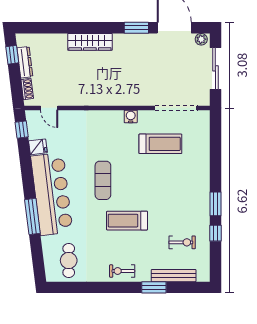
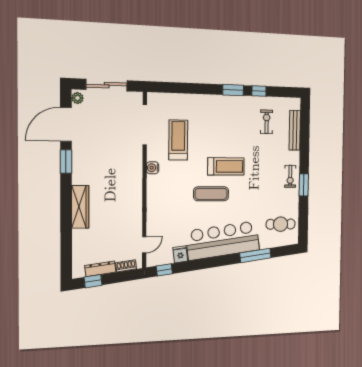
window: (32, 216) -> (255, 255), moved
treadmill: (127, 221) -> (226, 166), moved, turned -90
window: (154, 287) -> (304, 185), moved

